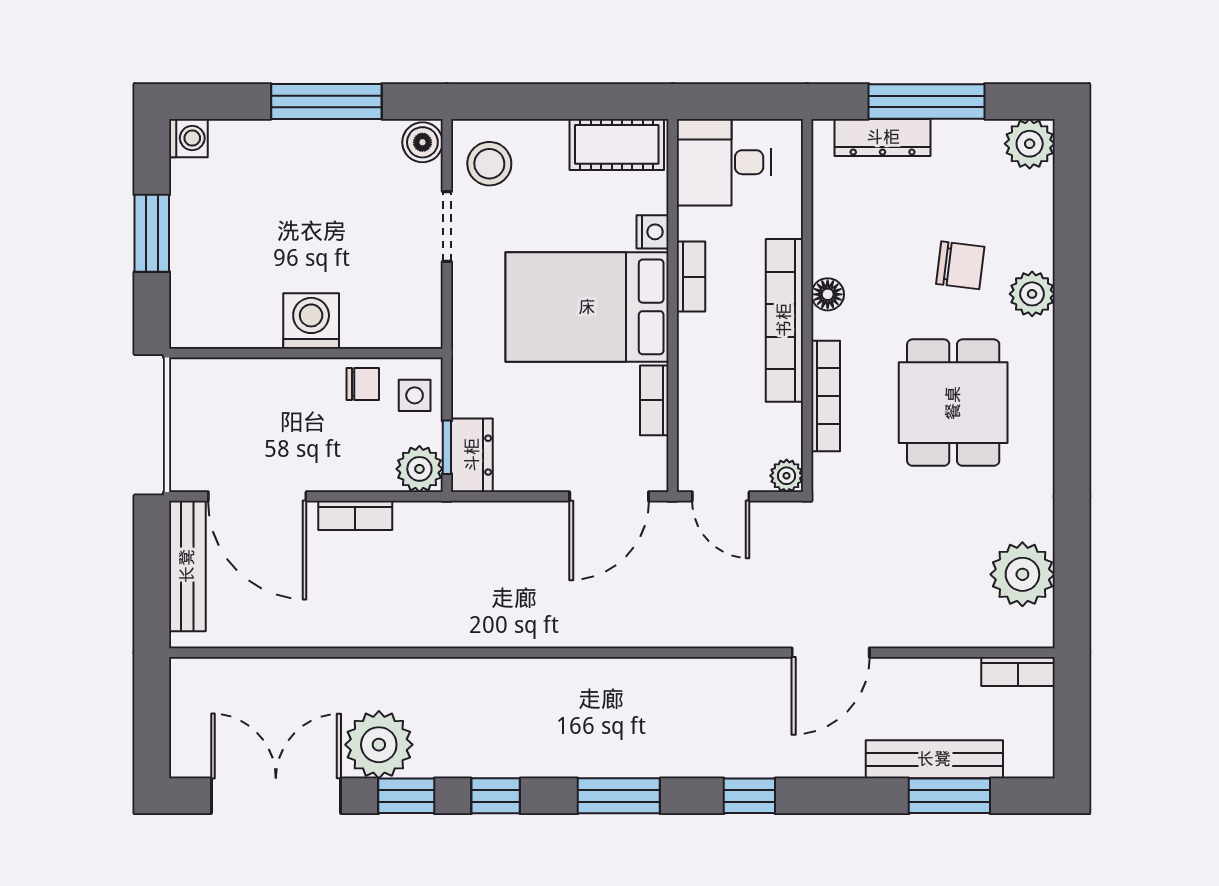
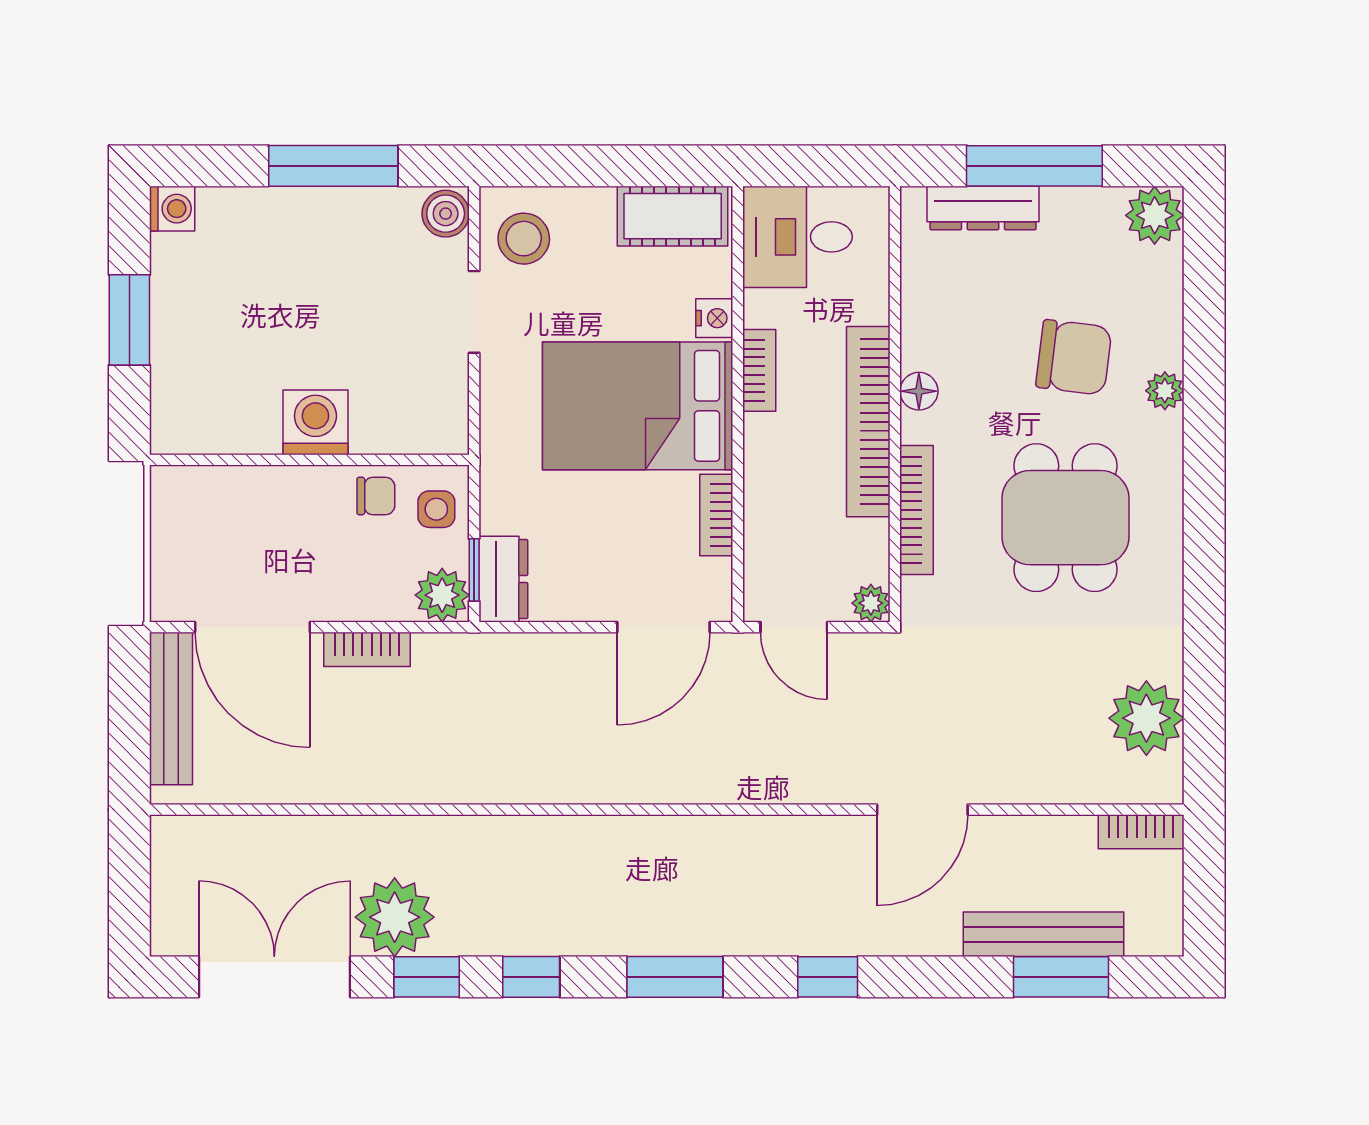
chair: (960, 265) -> (1074, 357), width x1.37, depth x1.37
plant: (1032, 294) -> (1165, 391), width x0.73, depth x0.73

